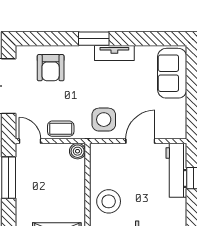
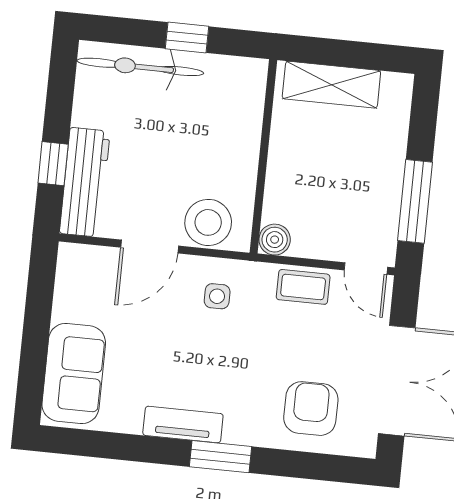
side table: (104, 120) -> (217, 296), width x0.54, depth x0.54
stool: (109, 201) -> (208, 222), moved

